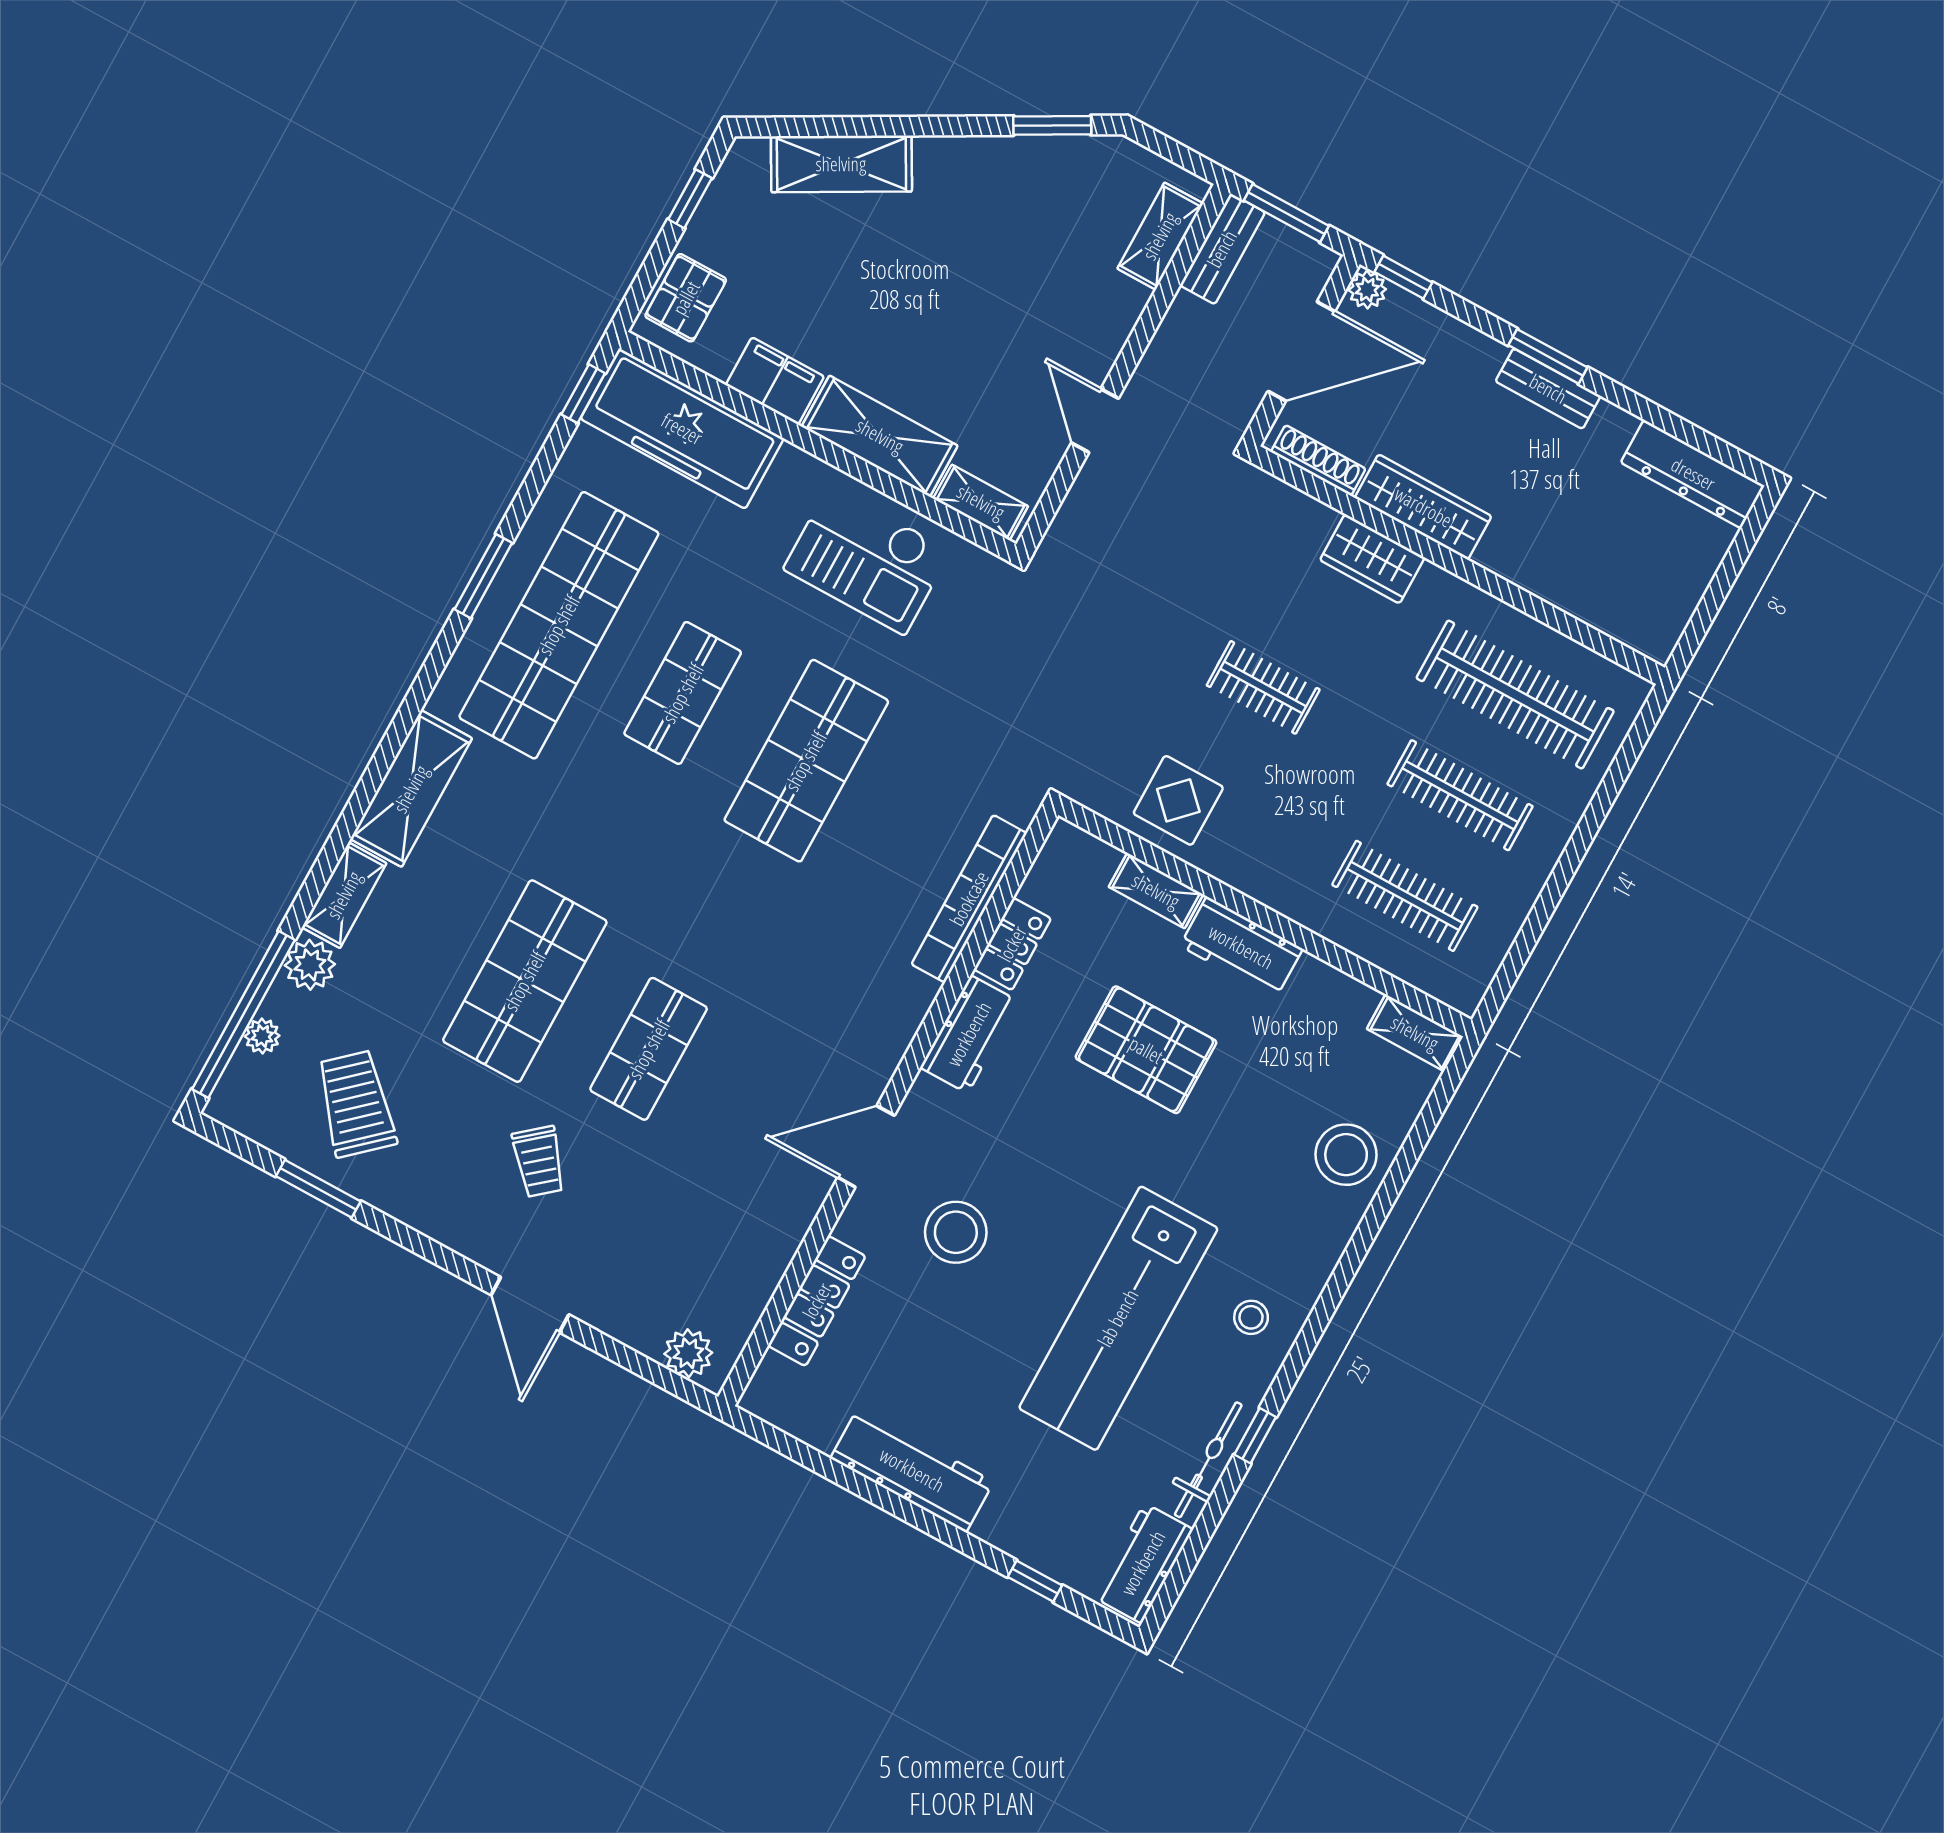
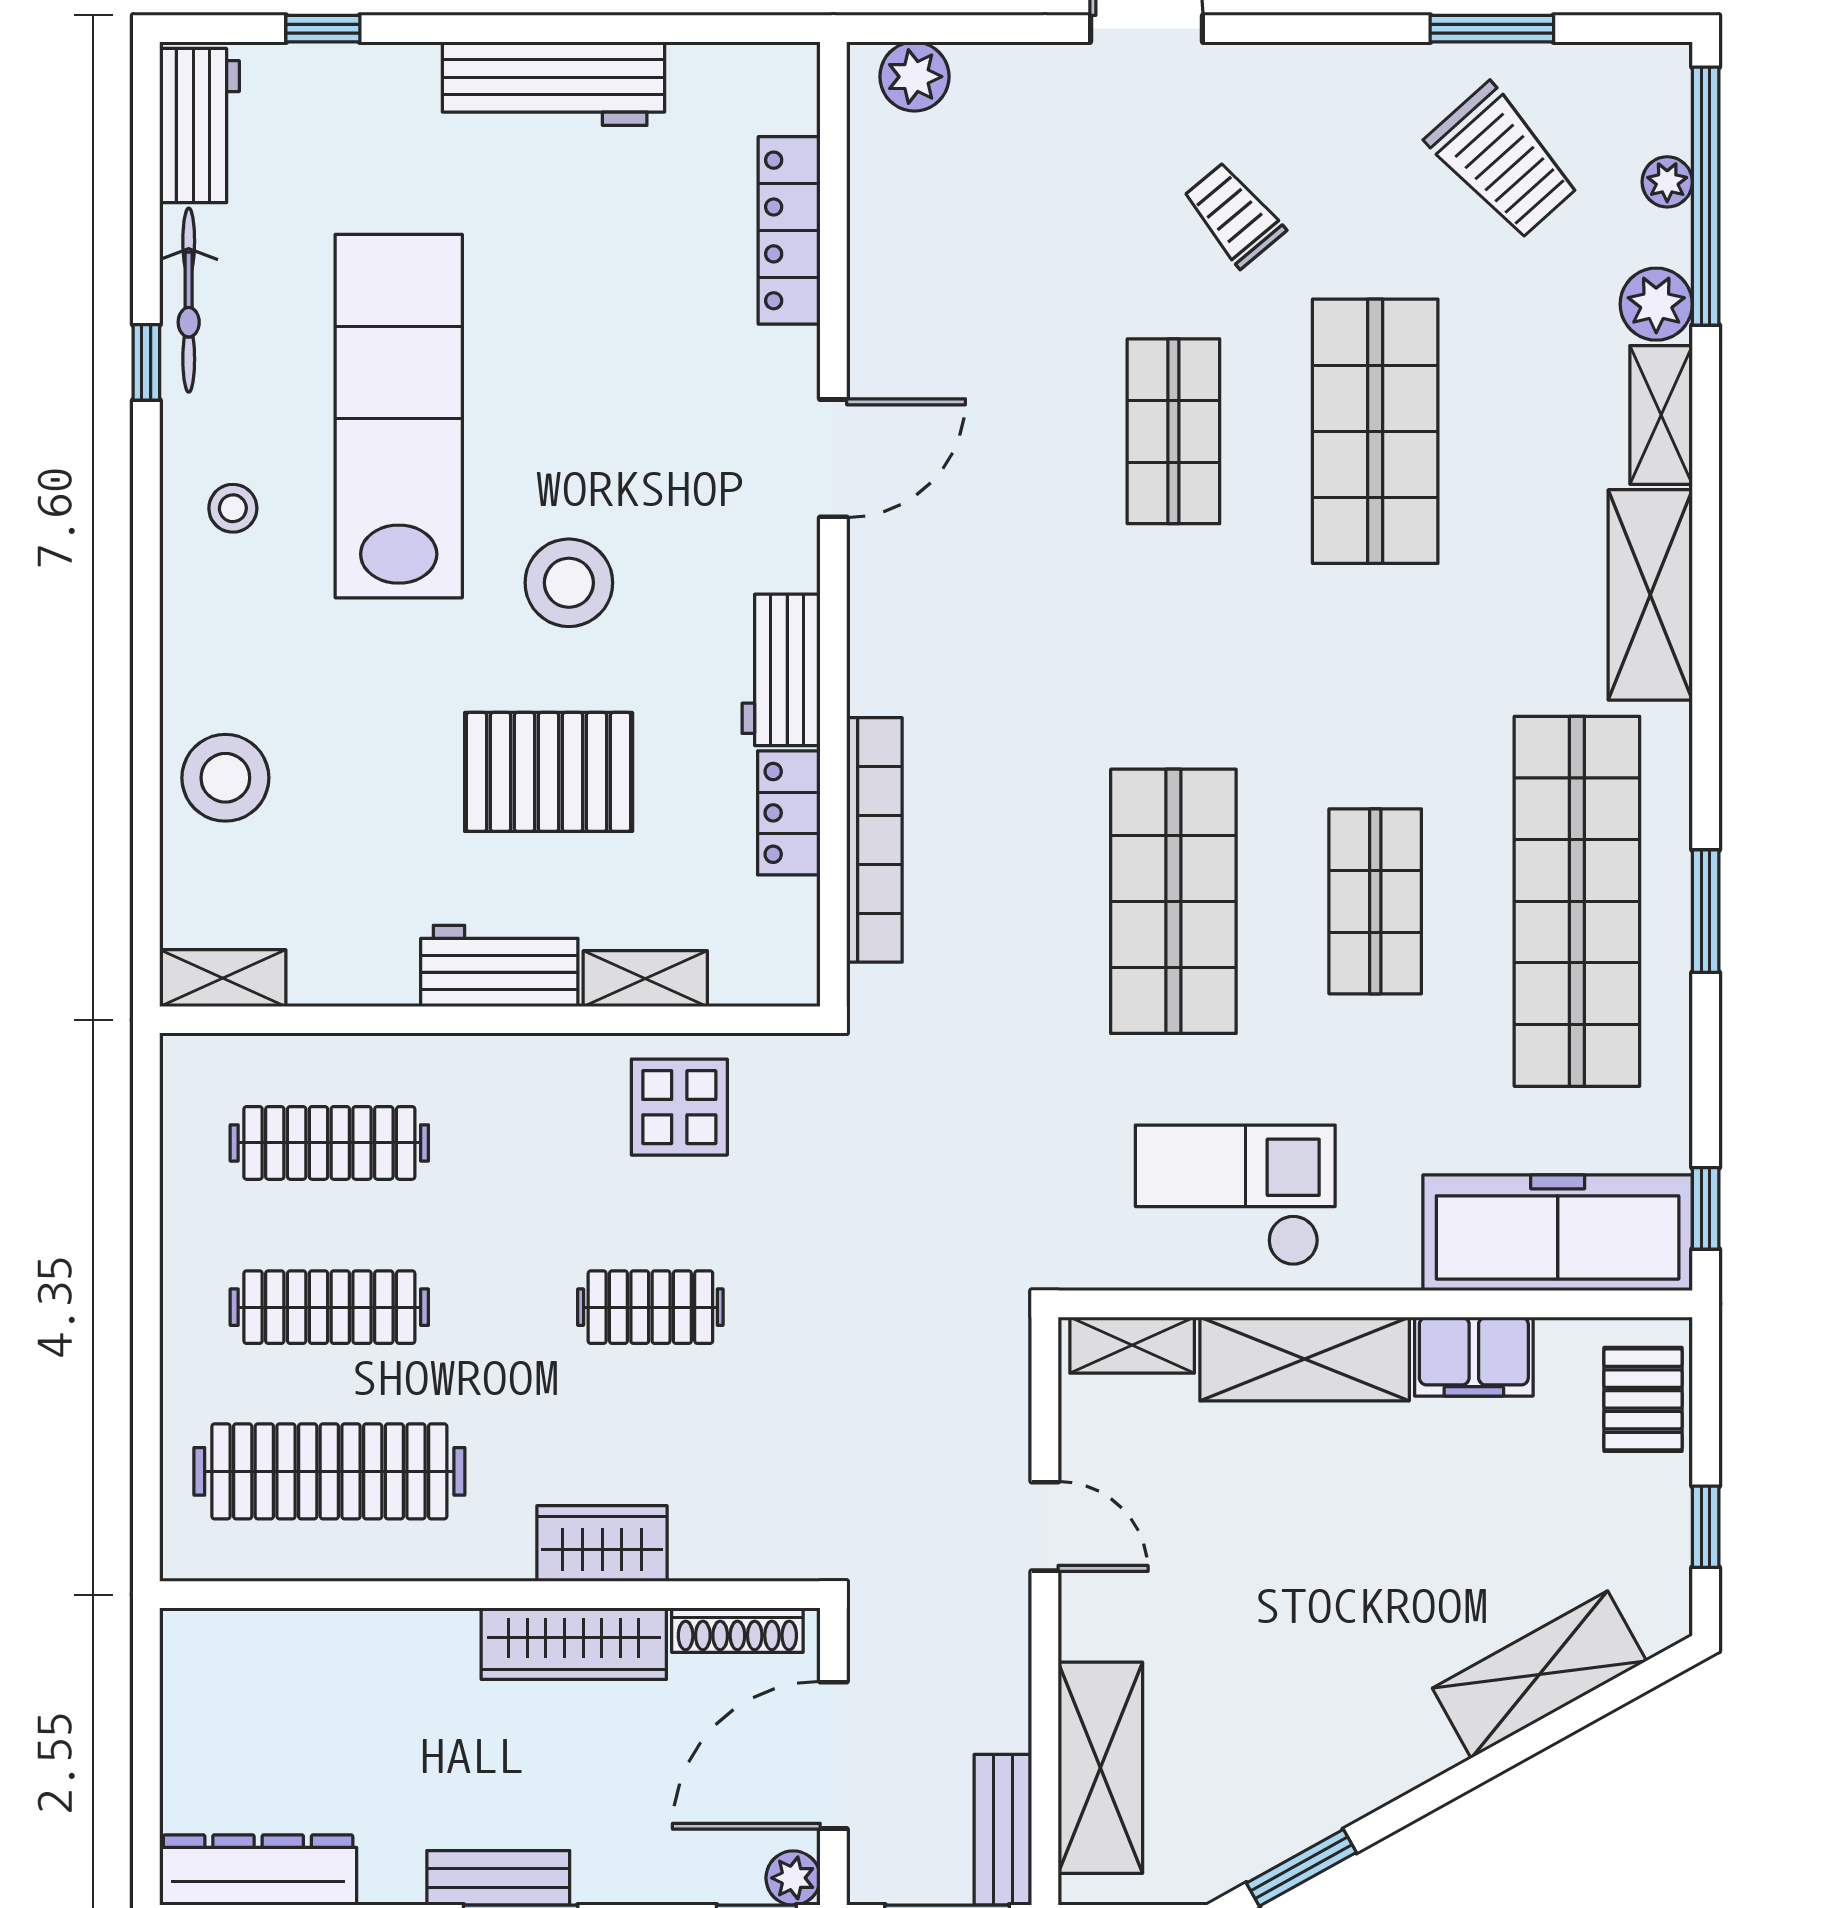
shelving: (1160, 236) -> (1100, 1768), width x1.50, depth x1.33
stool: (956, 1232) -> (569, 583), moved

